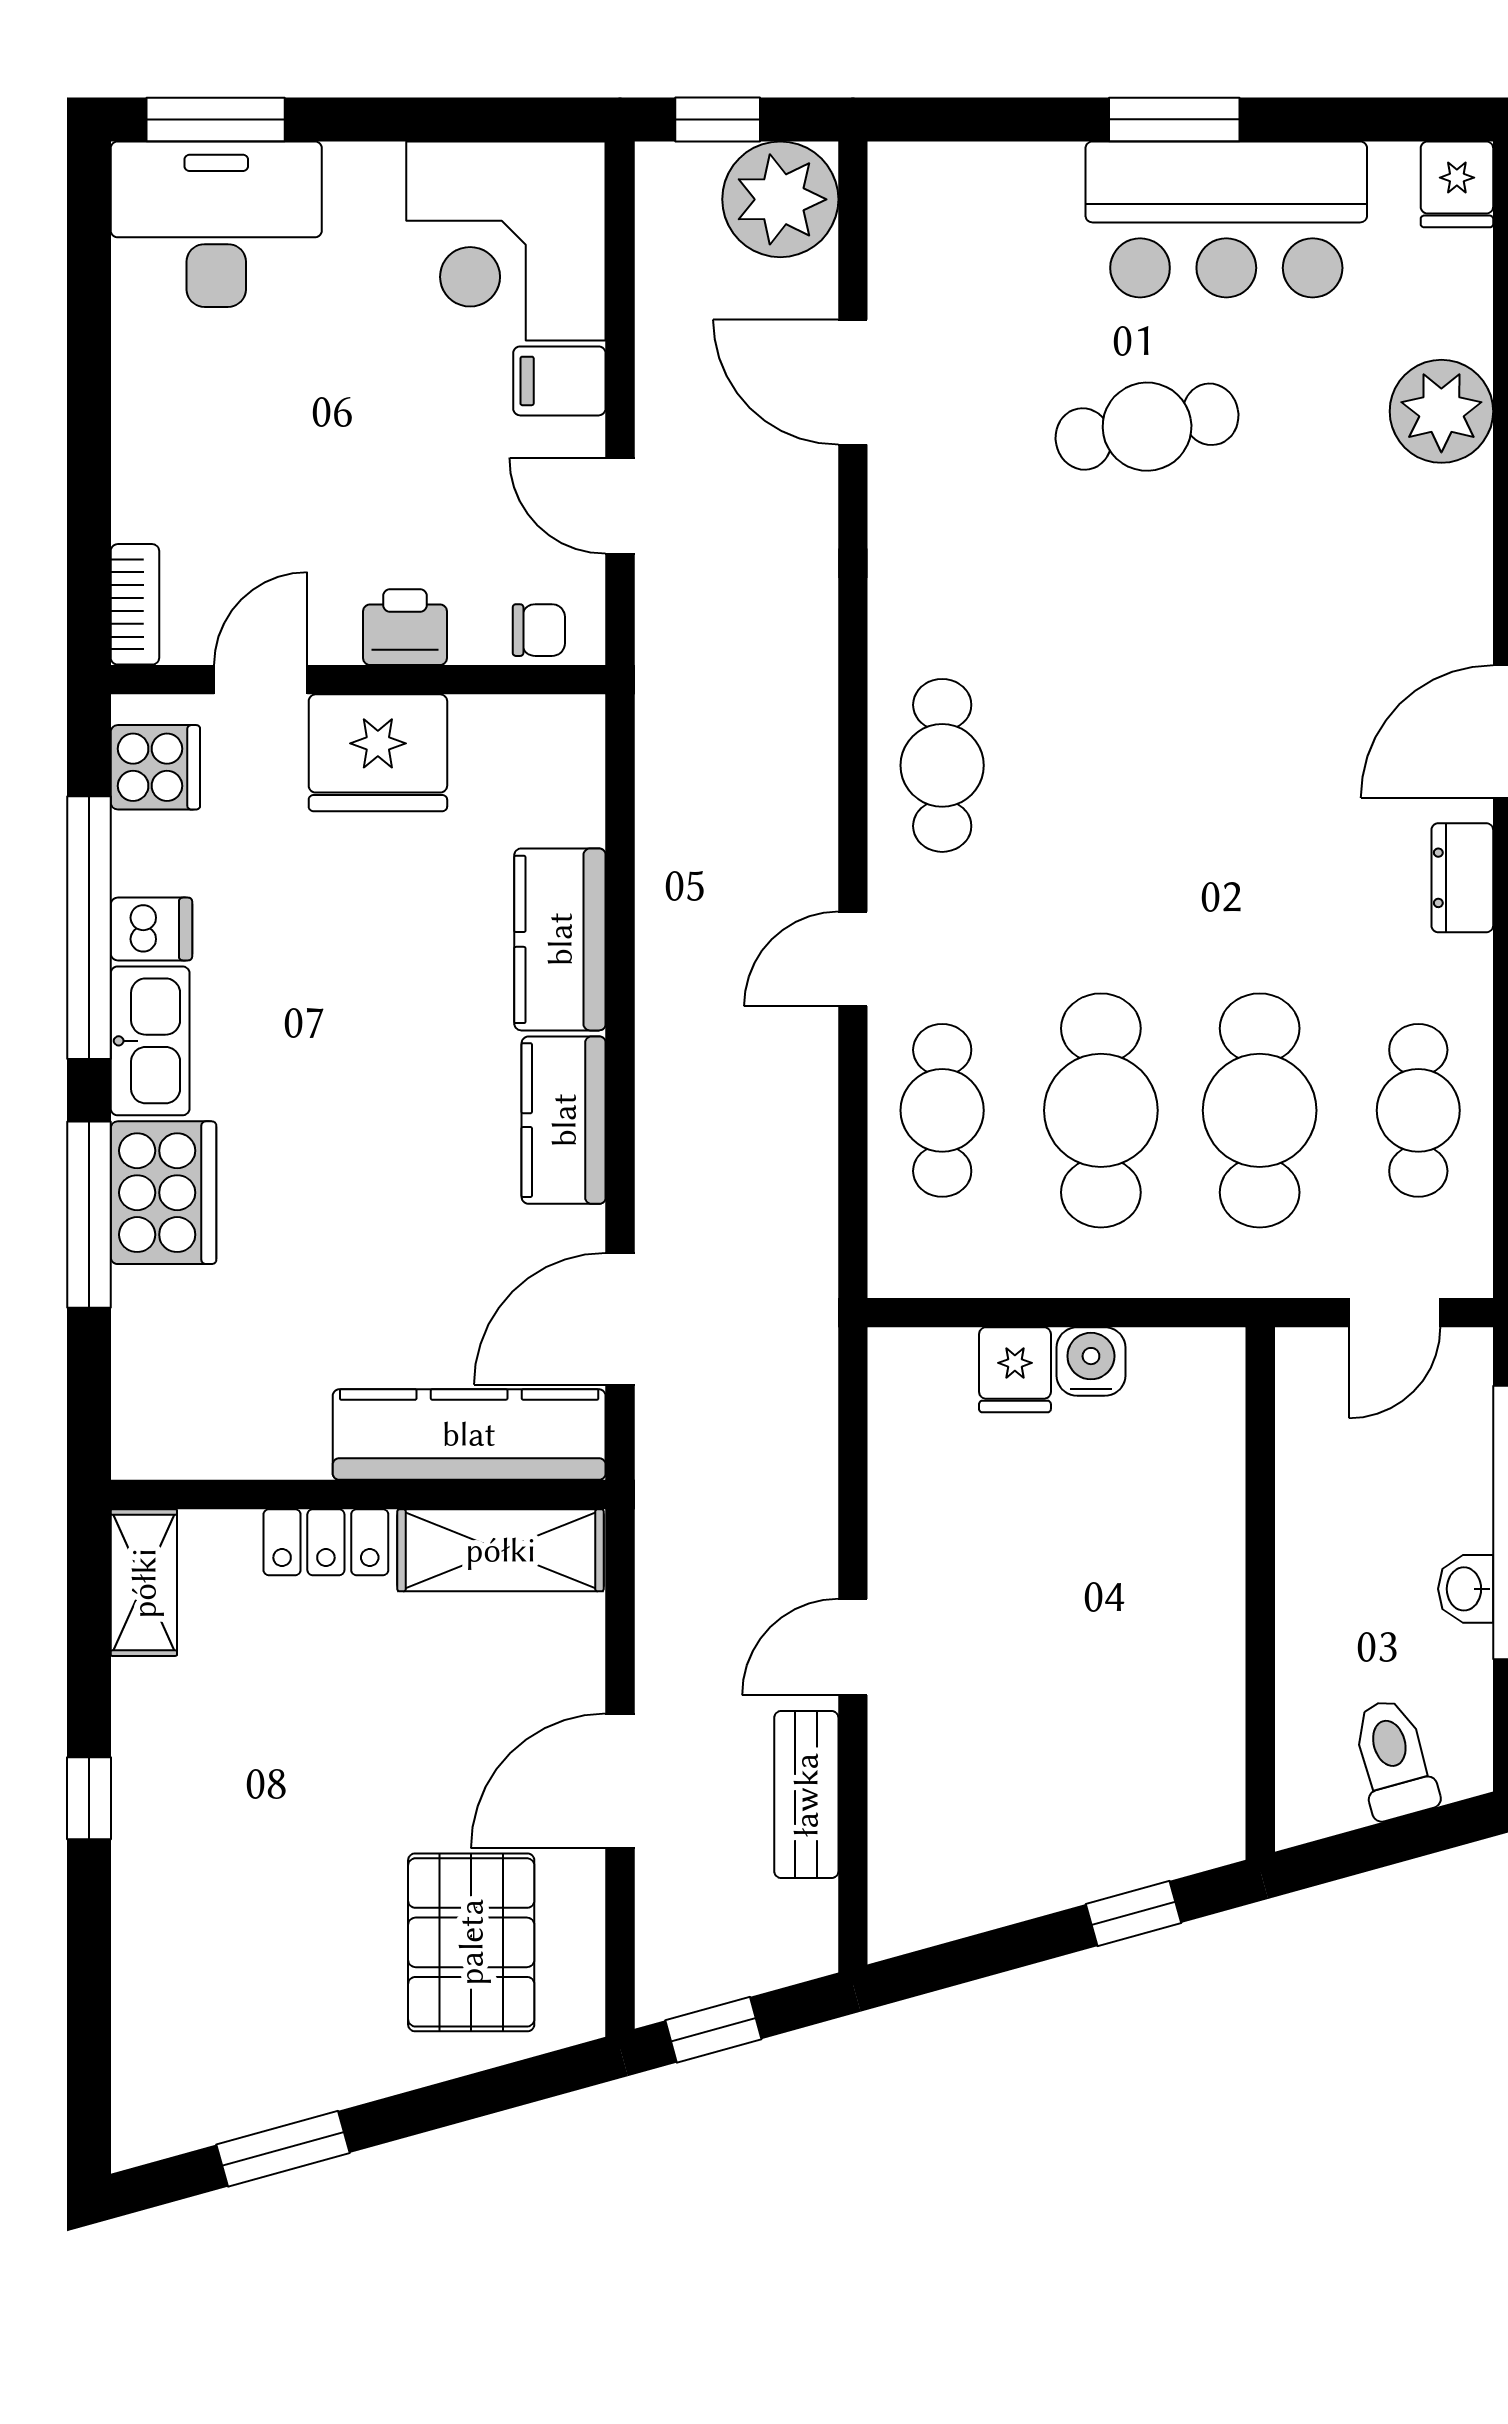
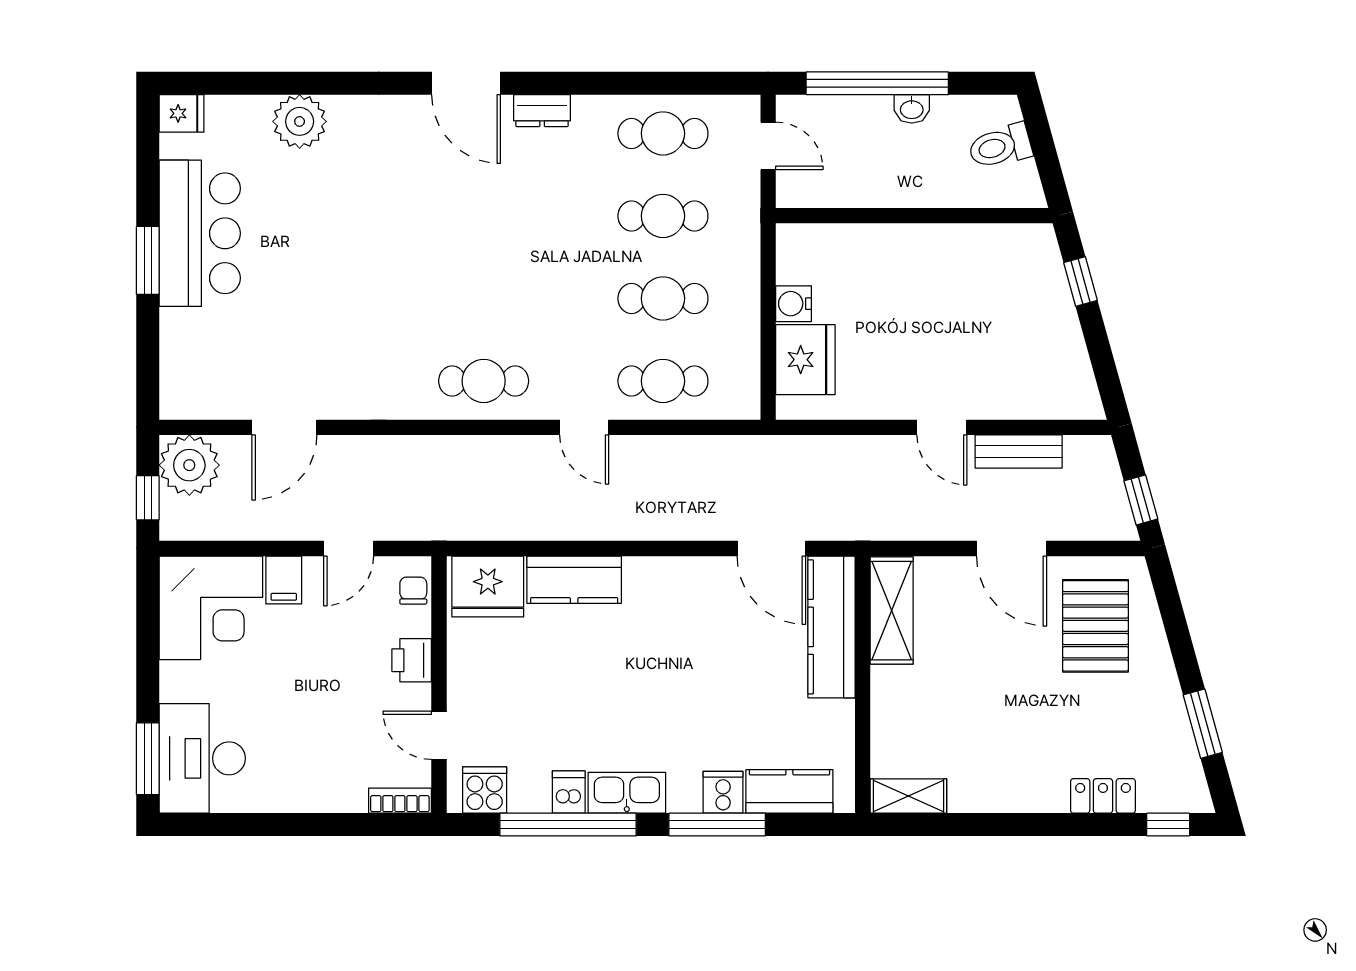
cafe table: (1147, 427) -> (308, 274), removed
fridge: (378, 753) -> (488, 586), moved, turned 90
cafe table: (1101, 1110) -> (663, 298), width x0.73, depth x0.74
cafe table: (1260, 1110) -> (663, 216), width x0.73, depth x0.74
kitchen counter: (564, 1120) -> (789, 791), moved, turned 180
cooker: (164, 1193) -> (723, 792), width x0.53, depth x0.76
fridge: (1015, 1370) -> (805, 360), width x1.88, depth x1.34
locker: (326, 1542) -> (1103, 796), moved, turned -90
window: (89, 1798) -> (1168, 825), moved
pallet: (471, 1942) -> (1095, 626), turned 90

